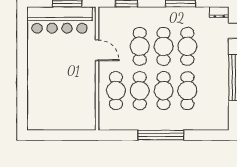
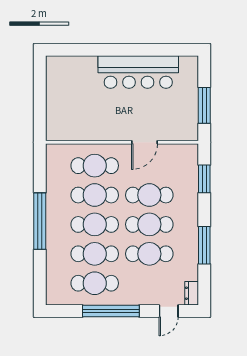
bar counter: (60, 20) -> (138, 72), moved, turned -90
cafe table: (211, 91) -> (95, 283), added

